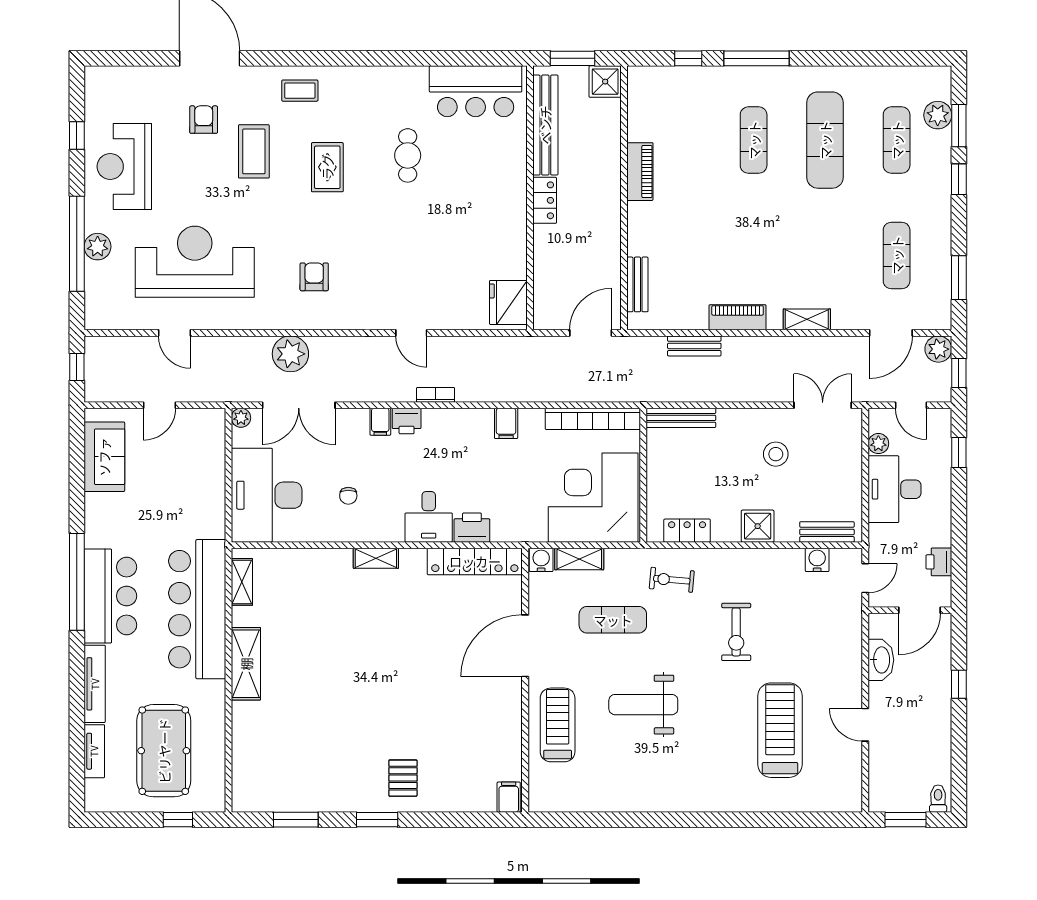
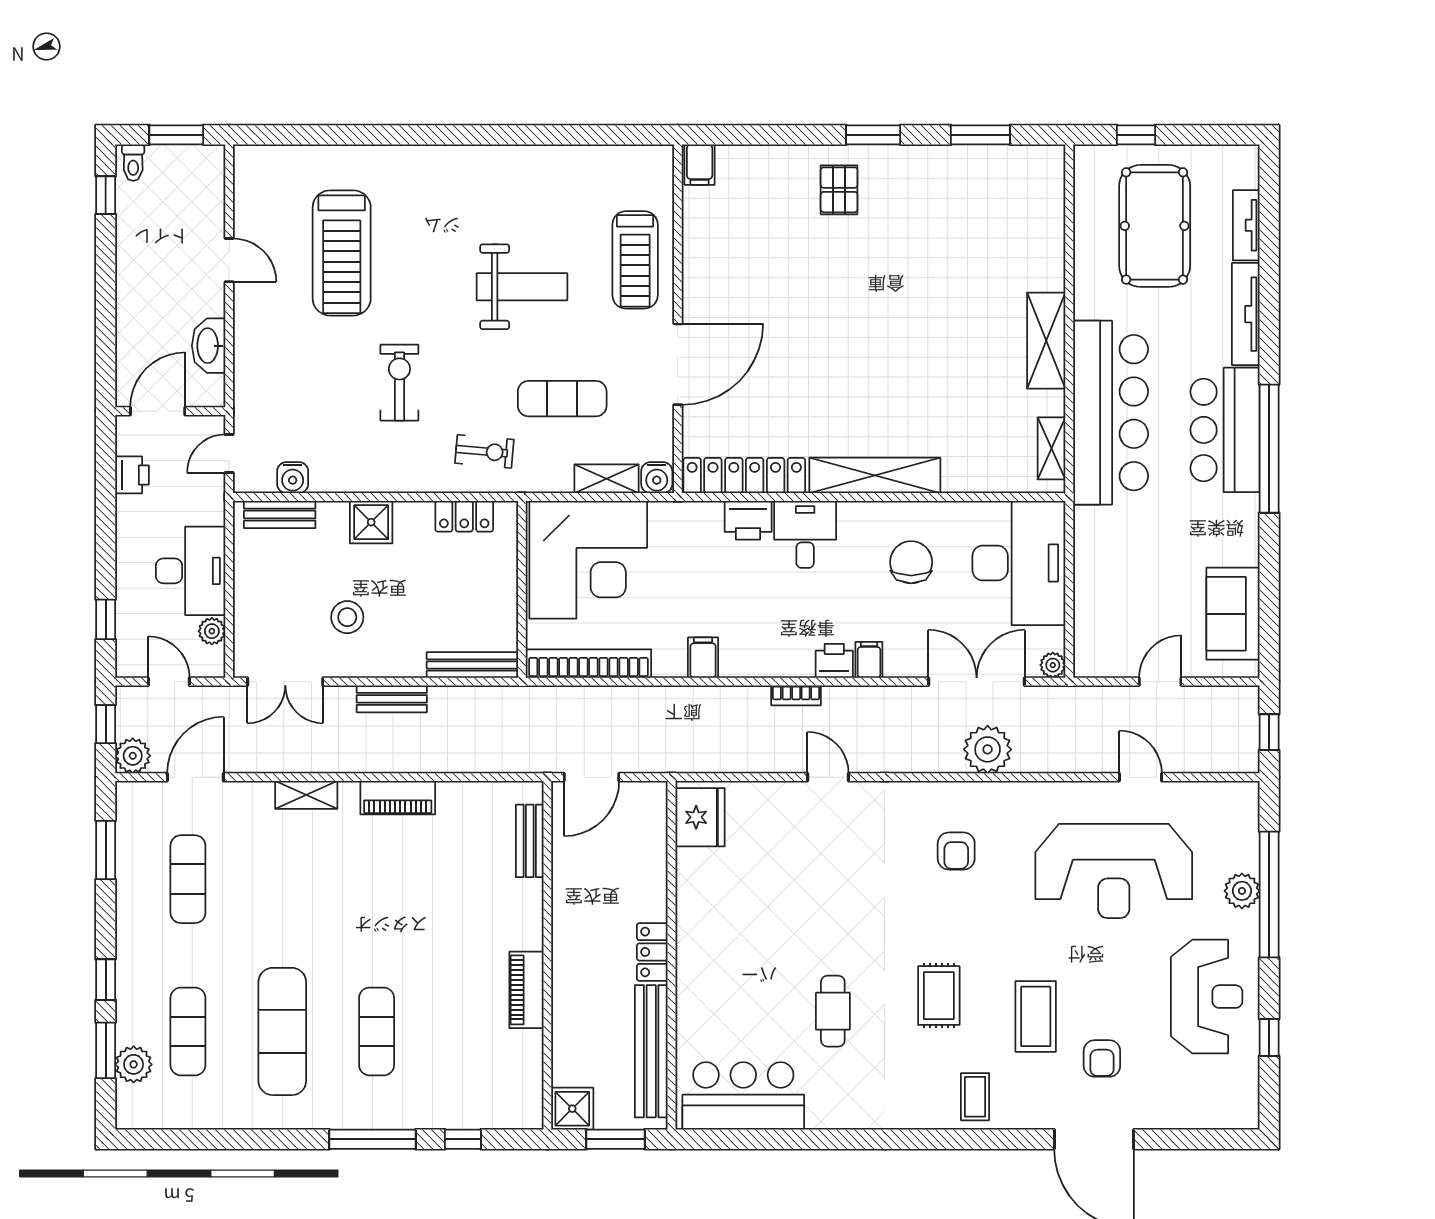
coffee table: (300, 91) -> (975, 1097), turned 90
bench: (694, 346) -> (392, 699), moved
chair: (348, 496) -> (911, 562), width x1.87, depth x1.87
shelving: (376, 558) -> (875, 475), width x2.20, depth x1.33
window: (959, 684) -> (106, 195), moved

